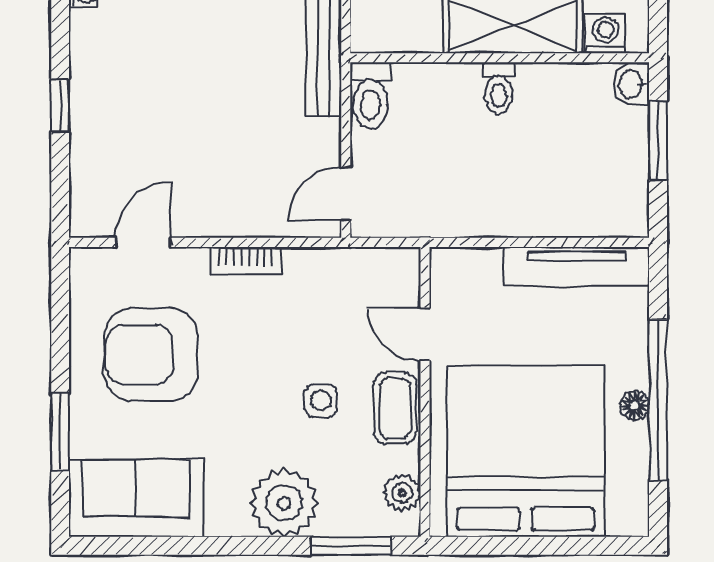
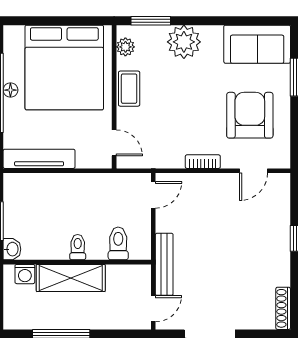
toilet: (370, 95) -> (118, 243), moved
door: (425, 334) -> (114, 143), moved
armchair: (151, 355) -> (250, 115), turned -90
side table: (321, 400) -> (166, 93), removed

